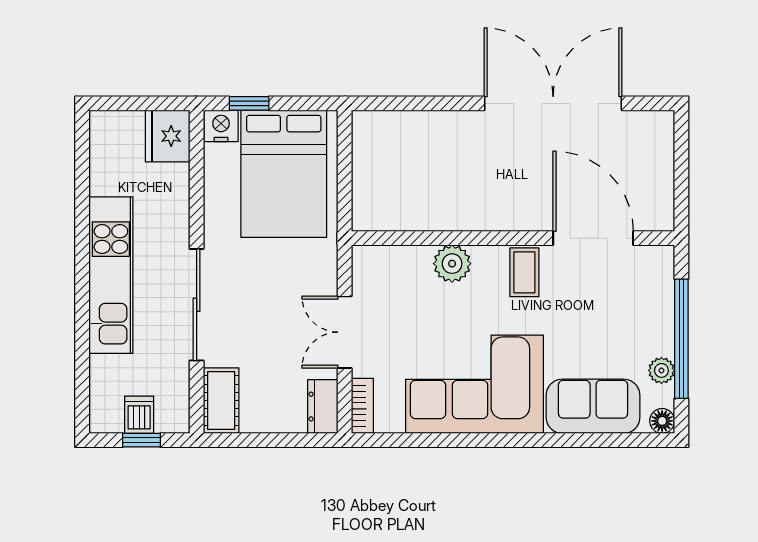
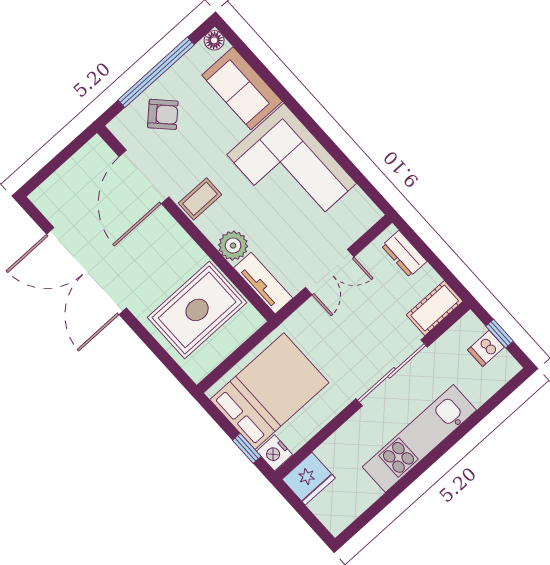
rug: (422, 175) -> (197, 310), added
tv unit: (391, 260) -> (263, 283), added
armchair: (636, 309) -> (163, 114), added
plant: (661, 370) -> (185, 67), removed
bookcase: (362, 406) -> (363, 223), removed
dresser: (323, 407) -> (404, 254), moved, turned 90

